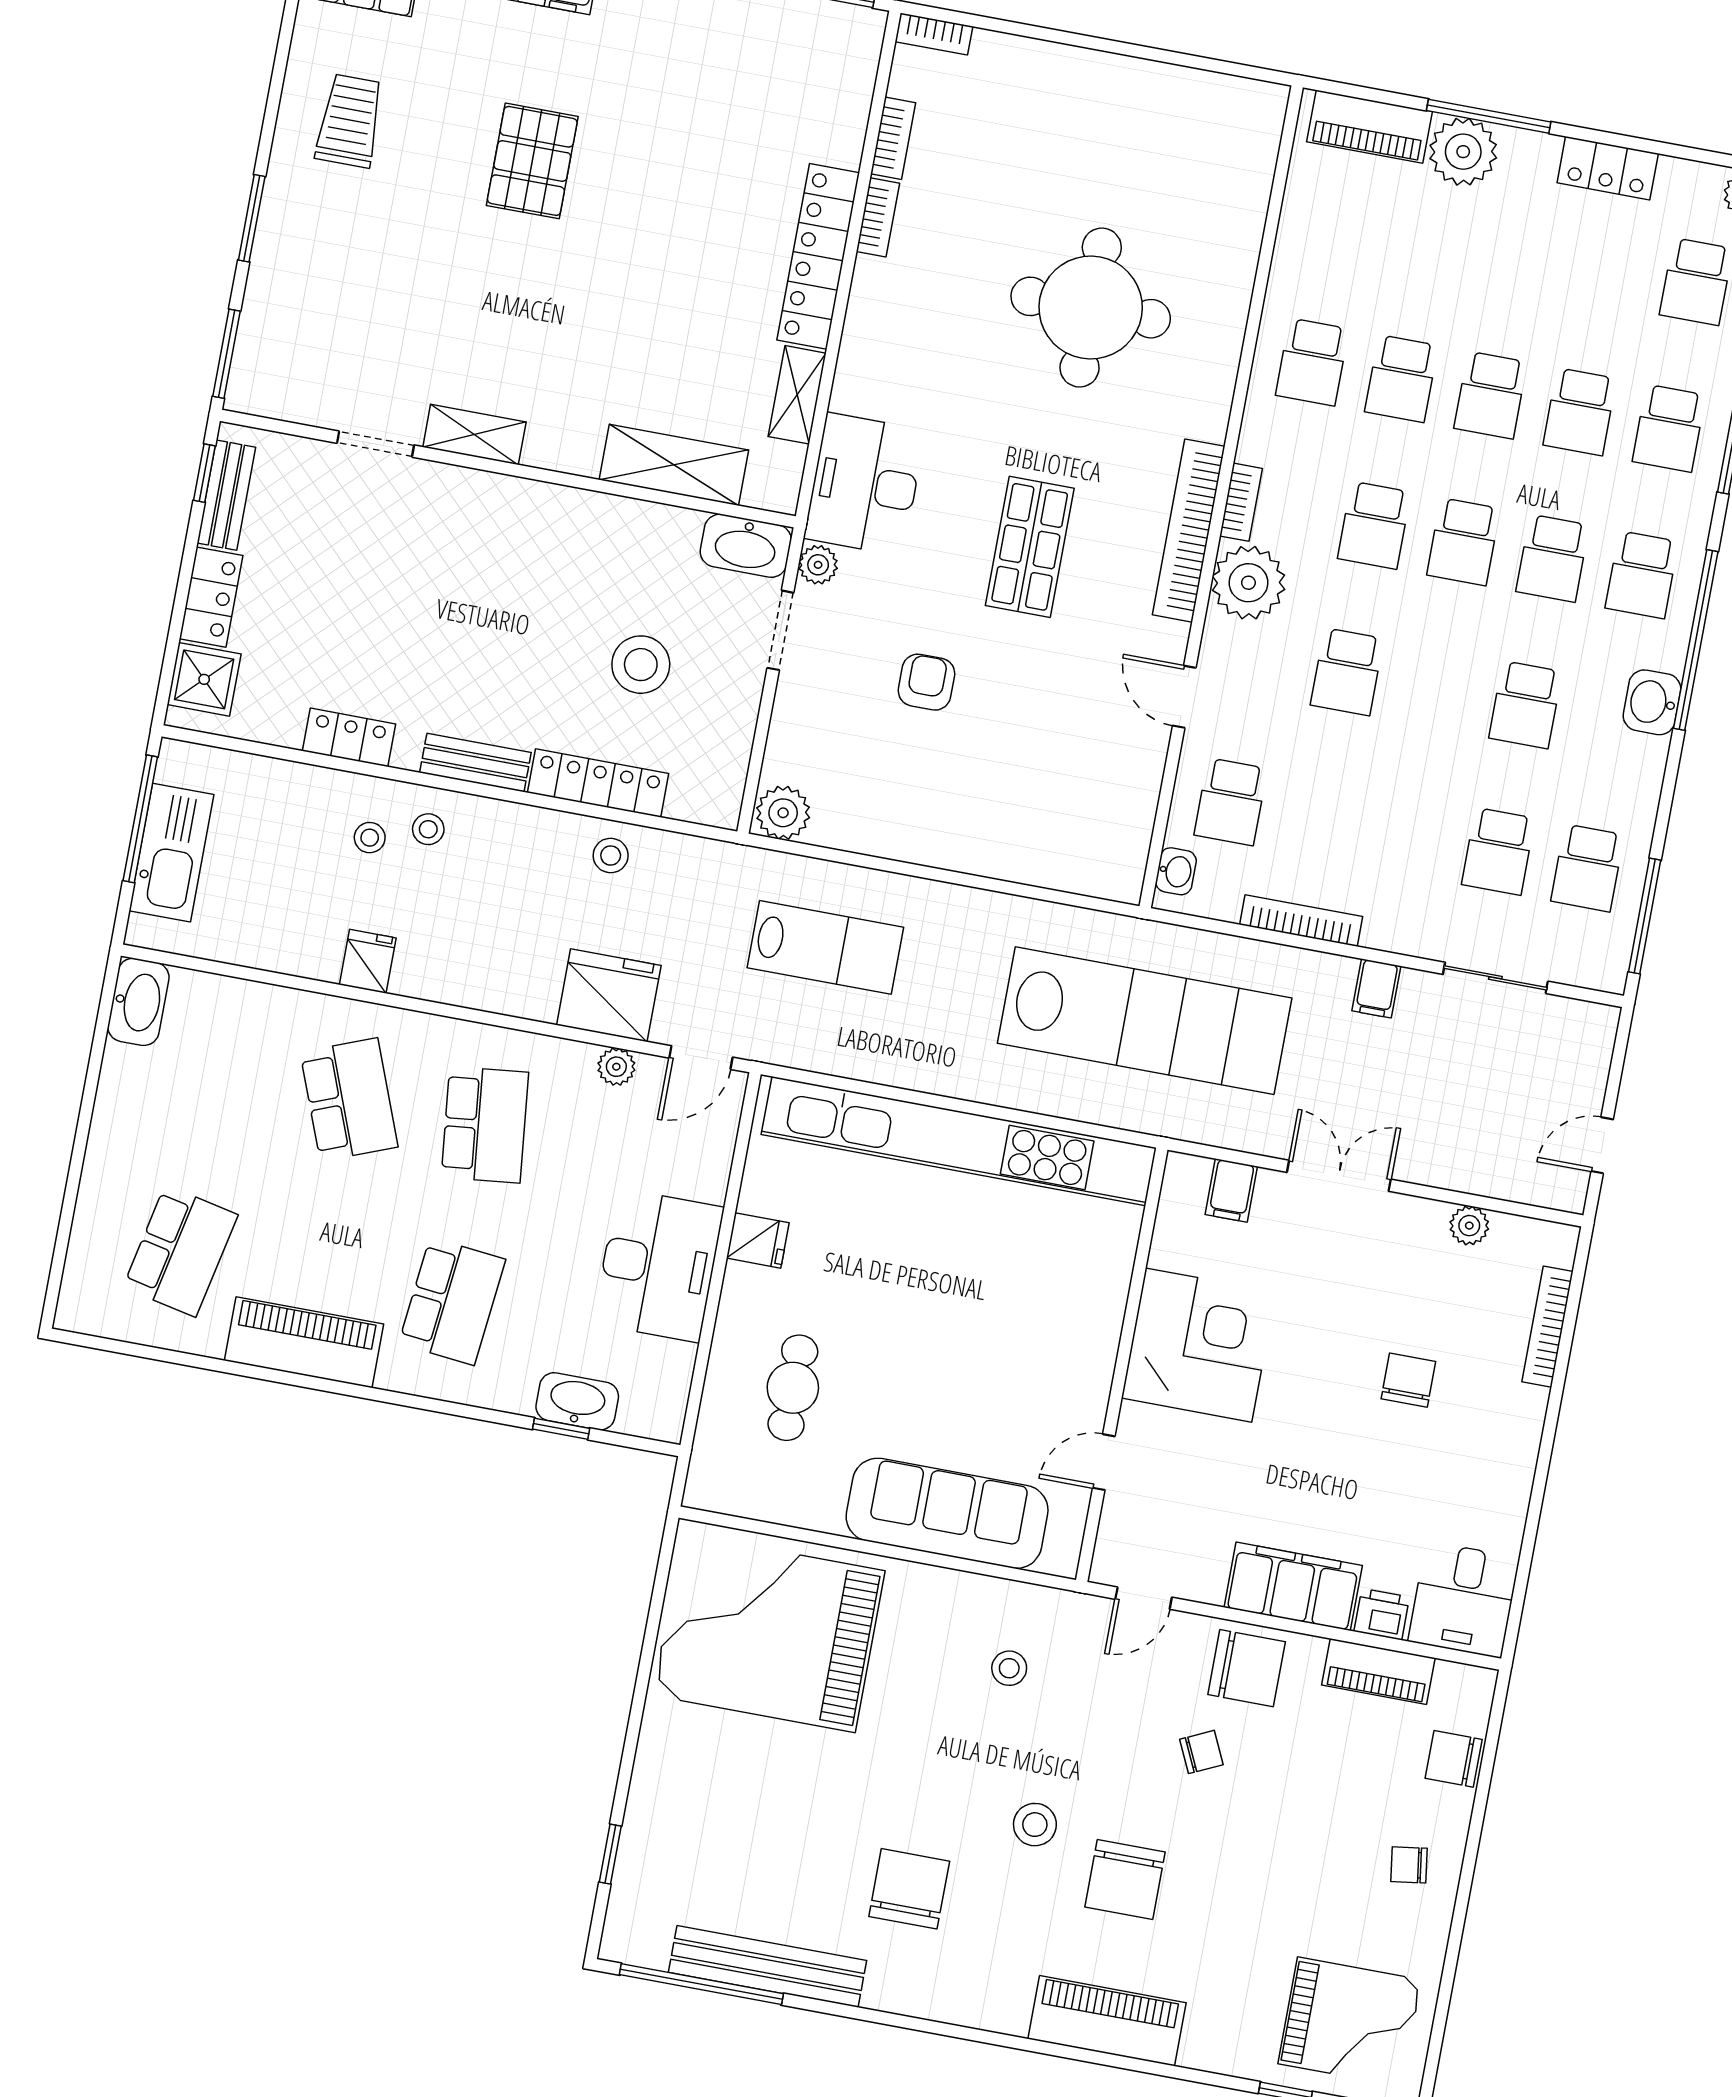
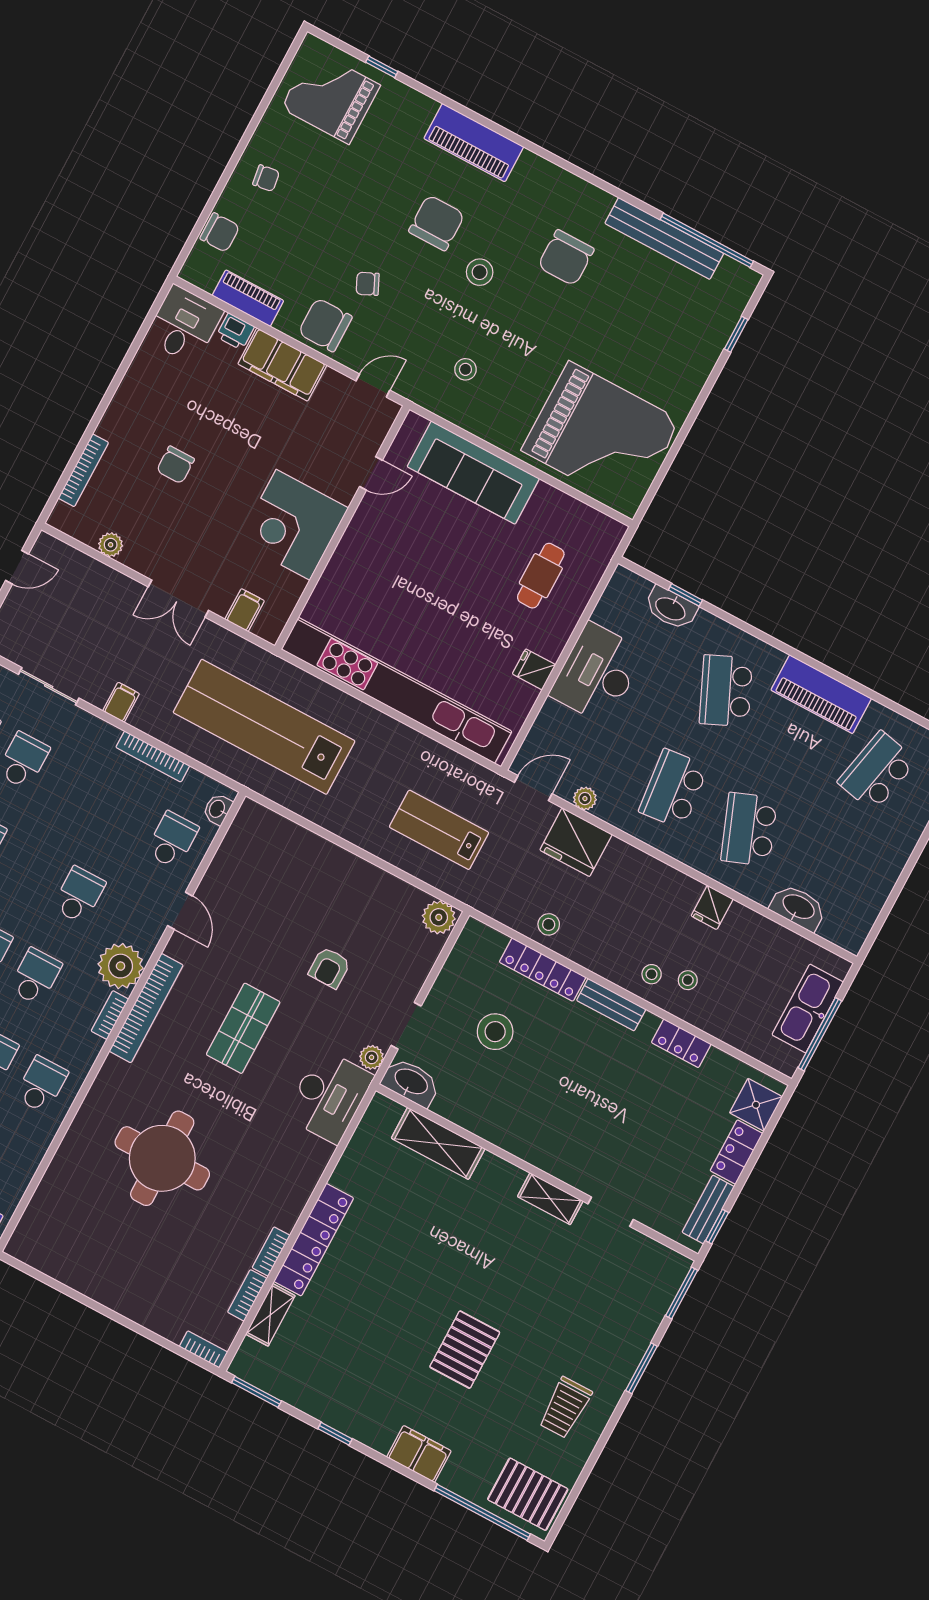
shelving: (797, 395) -> (270, 1315), moved
washbasin: (138, 1002) -> (798, 907), moved, turned 90
school desk: (452, 1301) -> (726, 691), turned -30

